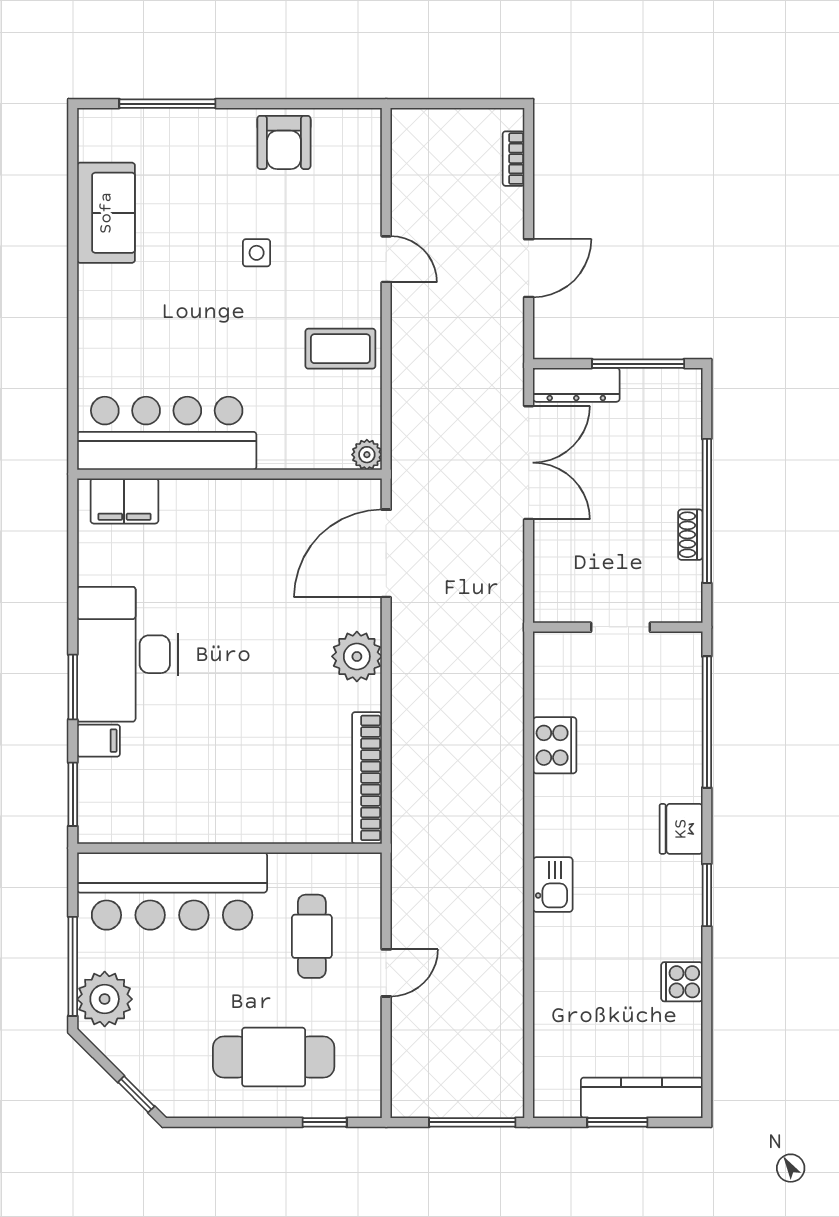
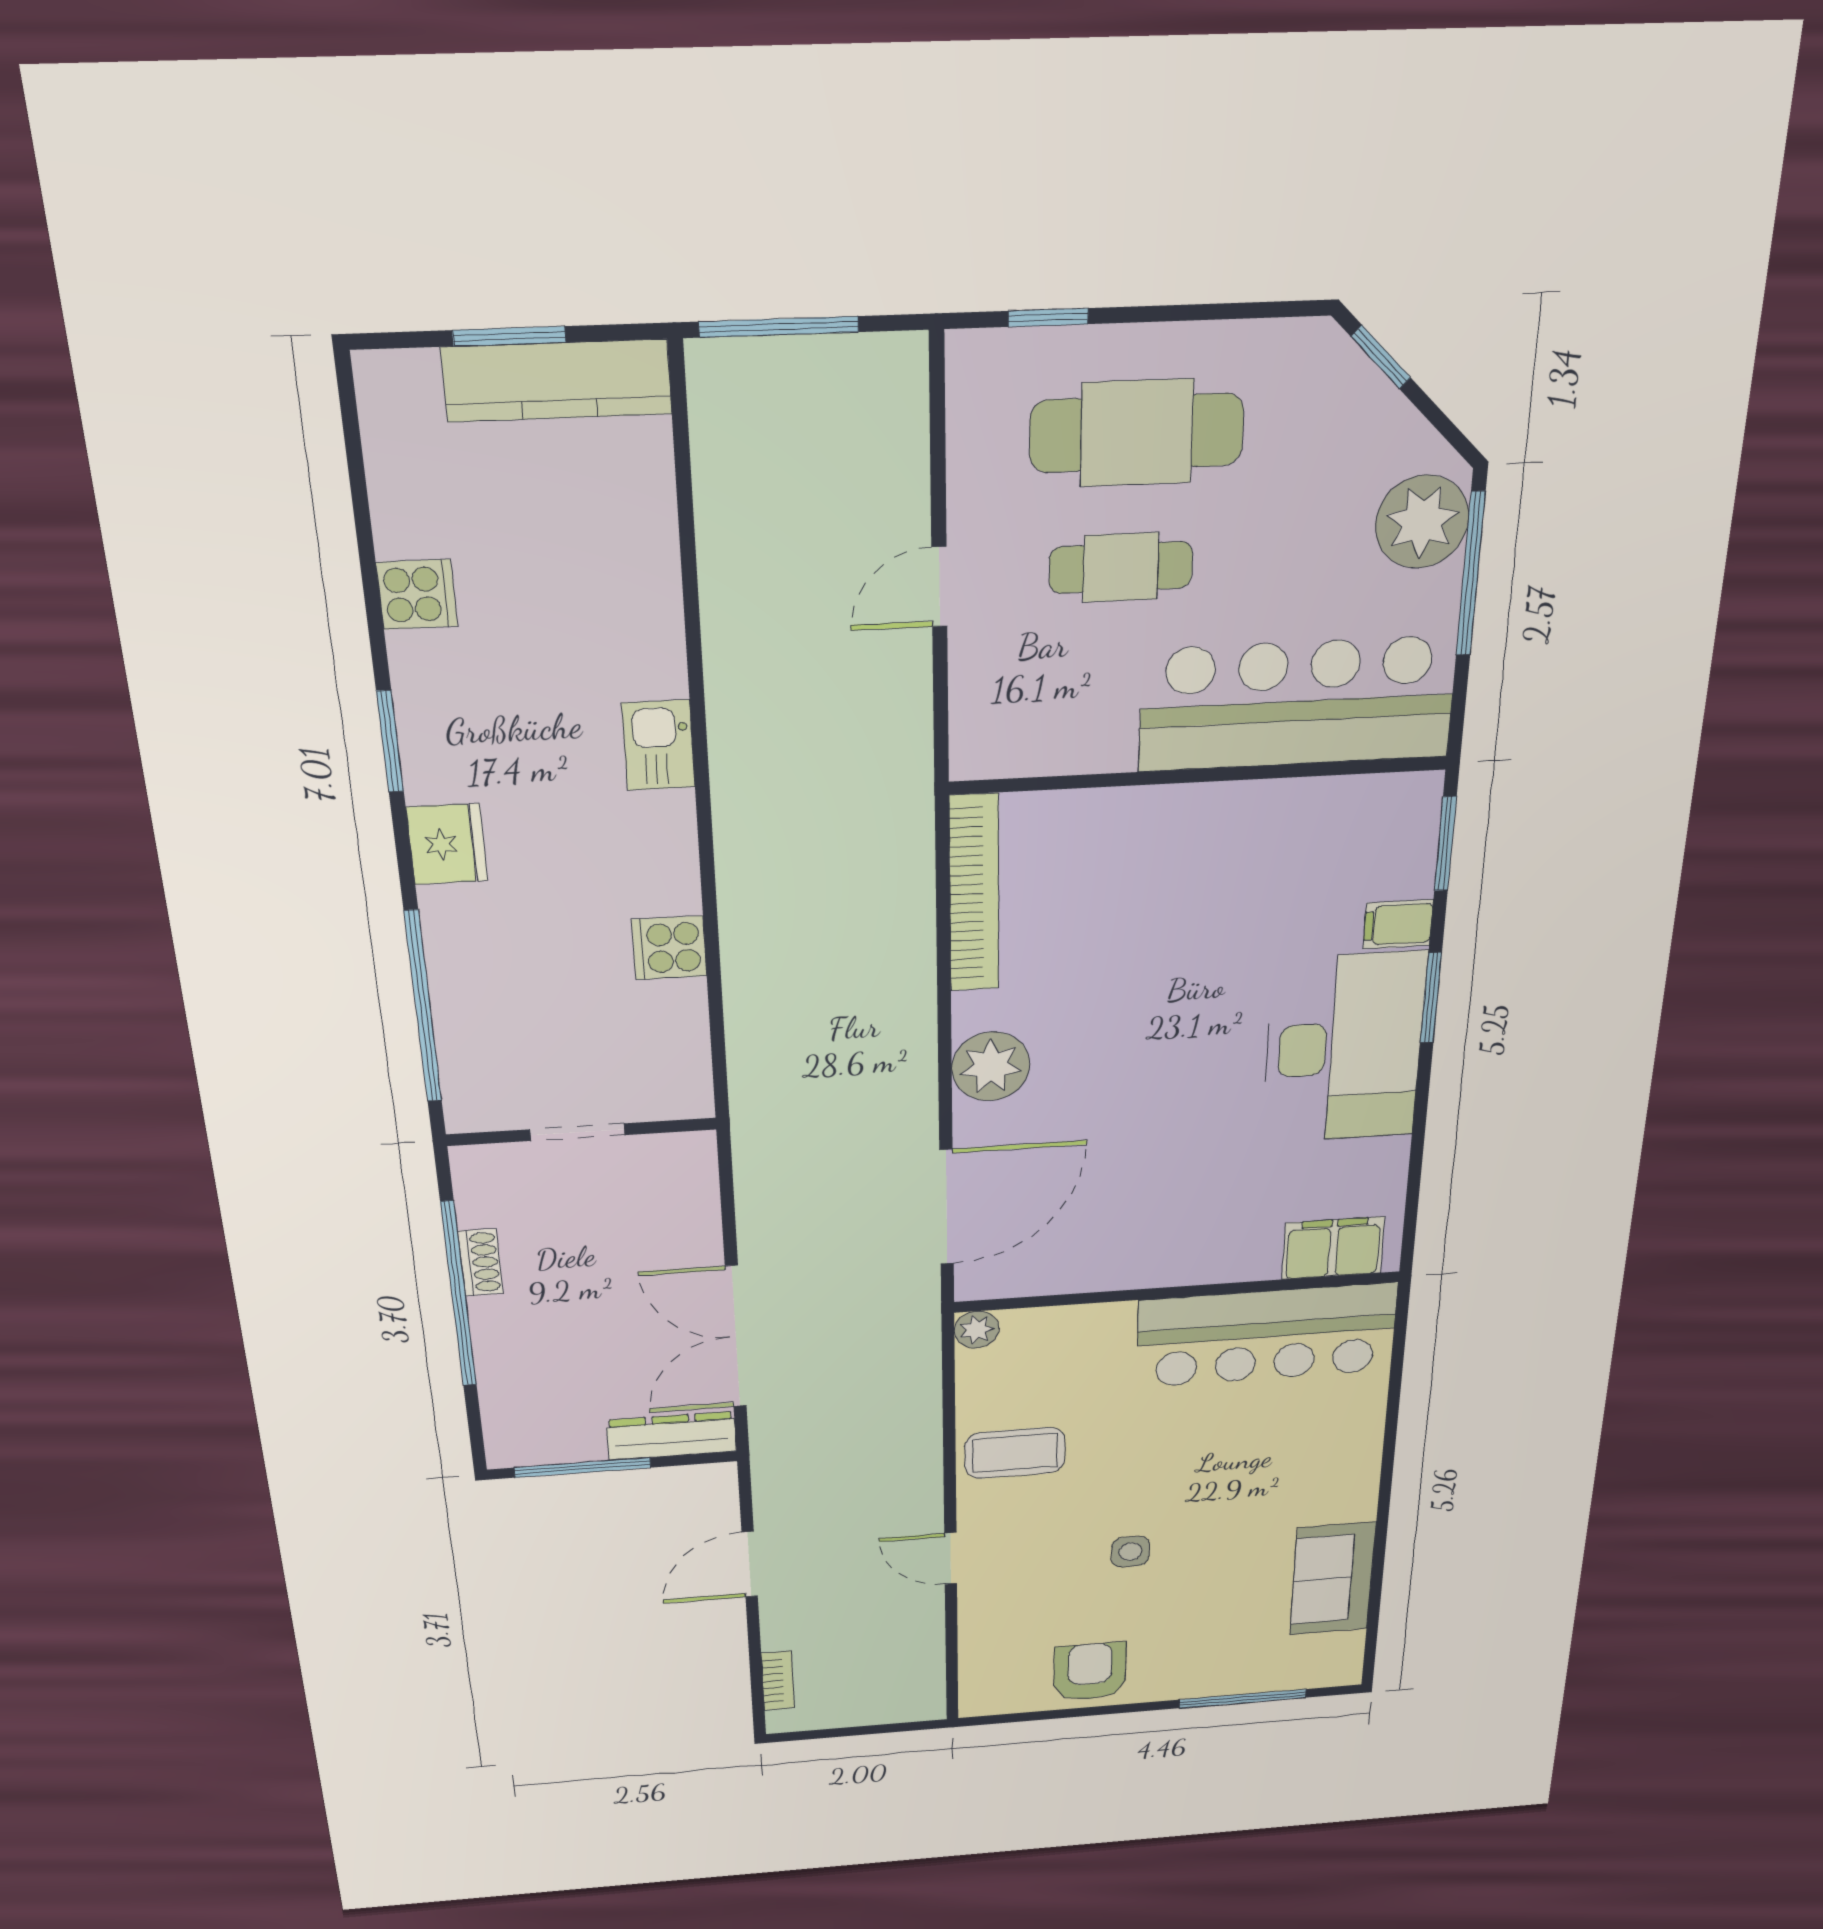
cooker: (555, 745) -> (669, 948), width x0.73
cafe table: (312, 936) -> (1121, 567), moved, turned 90
kitchen counter: (642, 1098) -> (557, 381), moved

